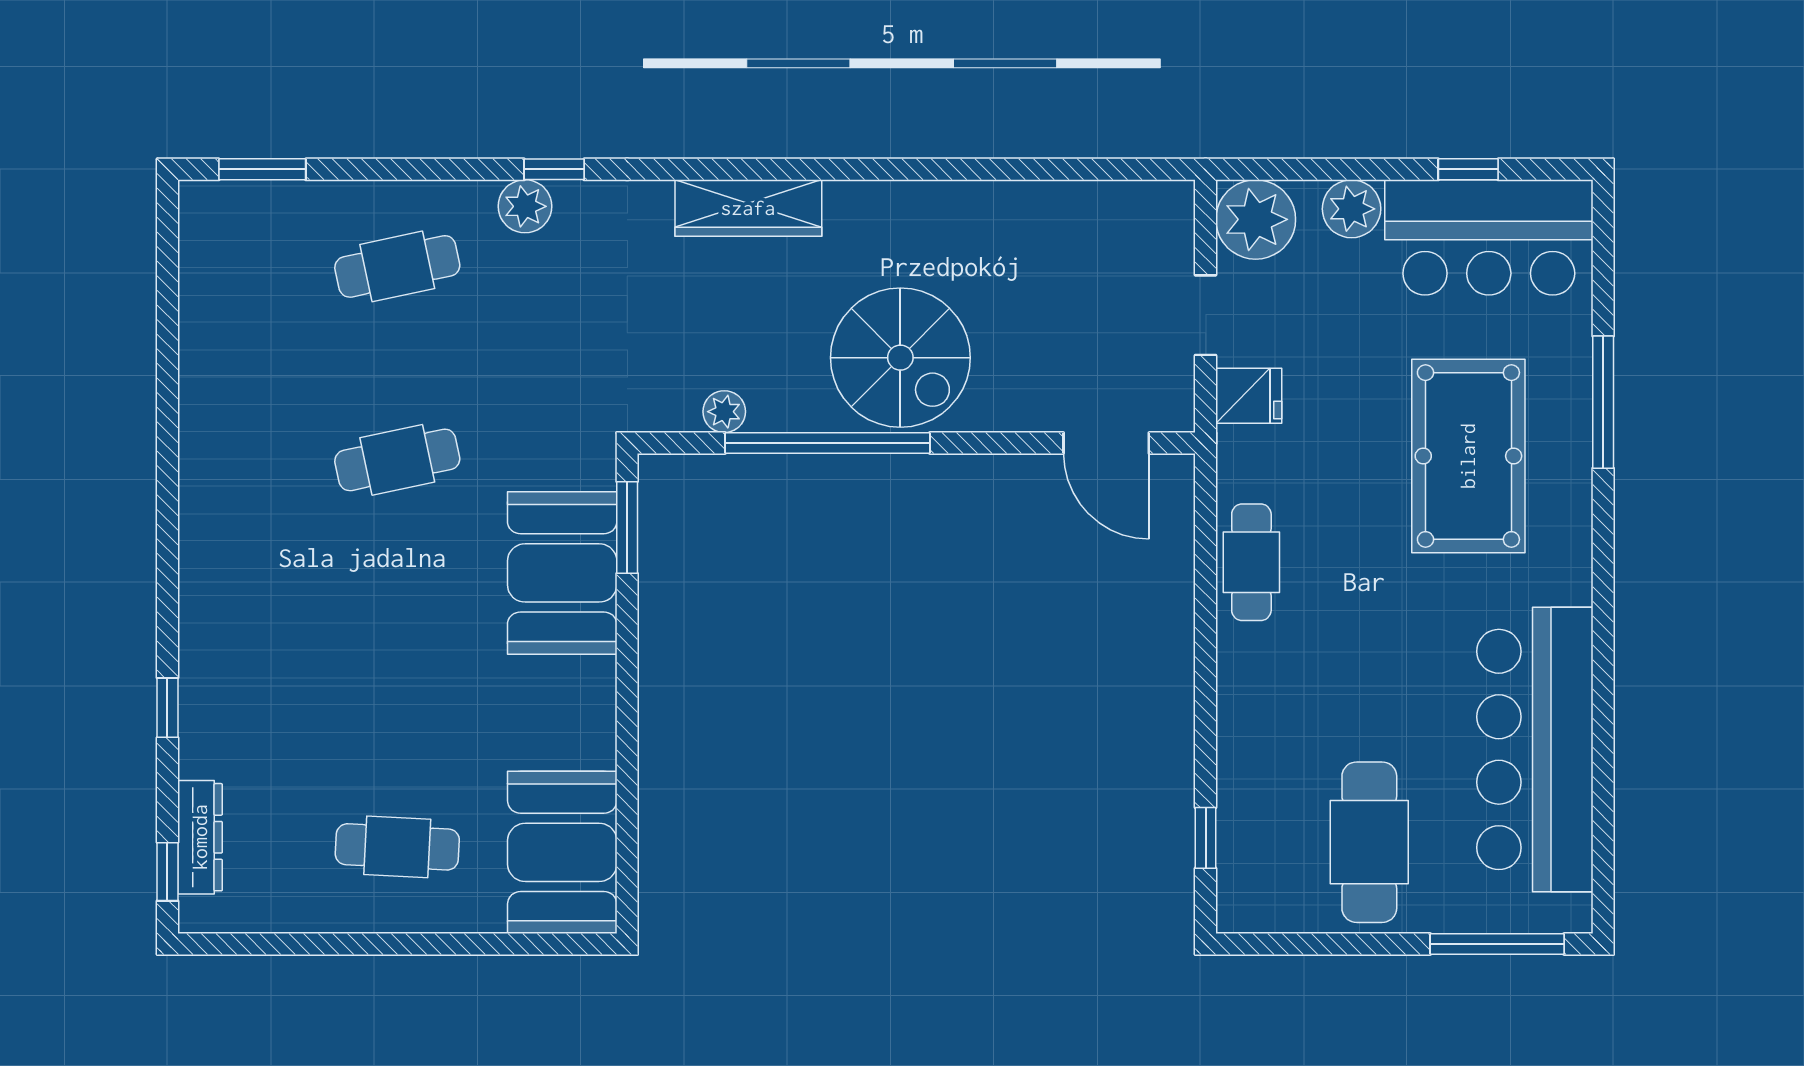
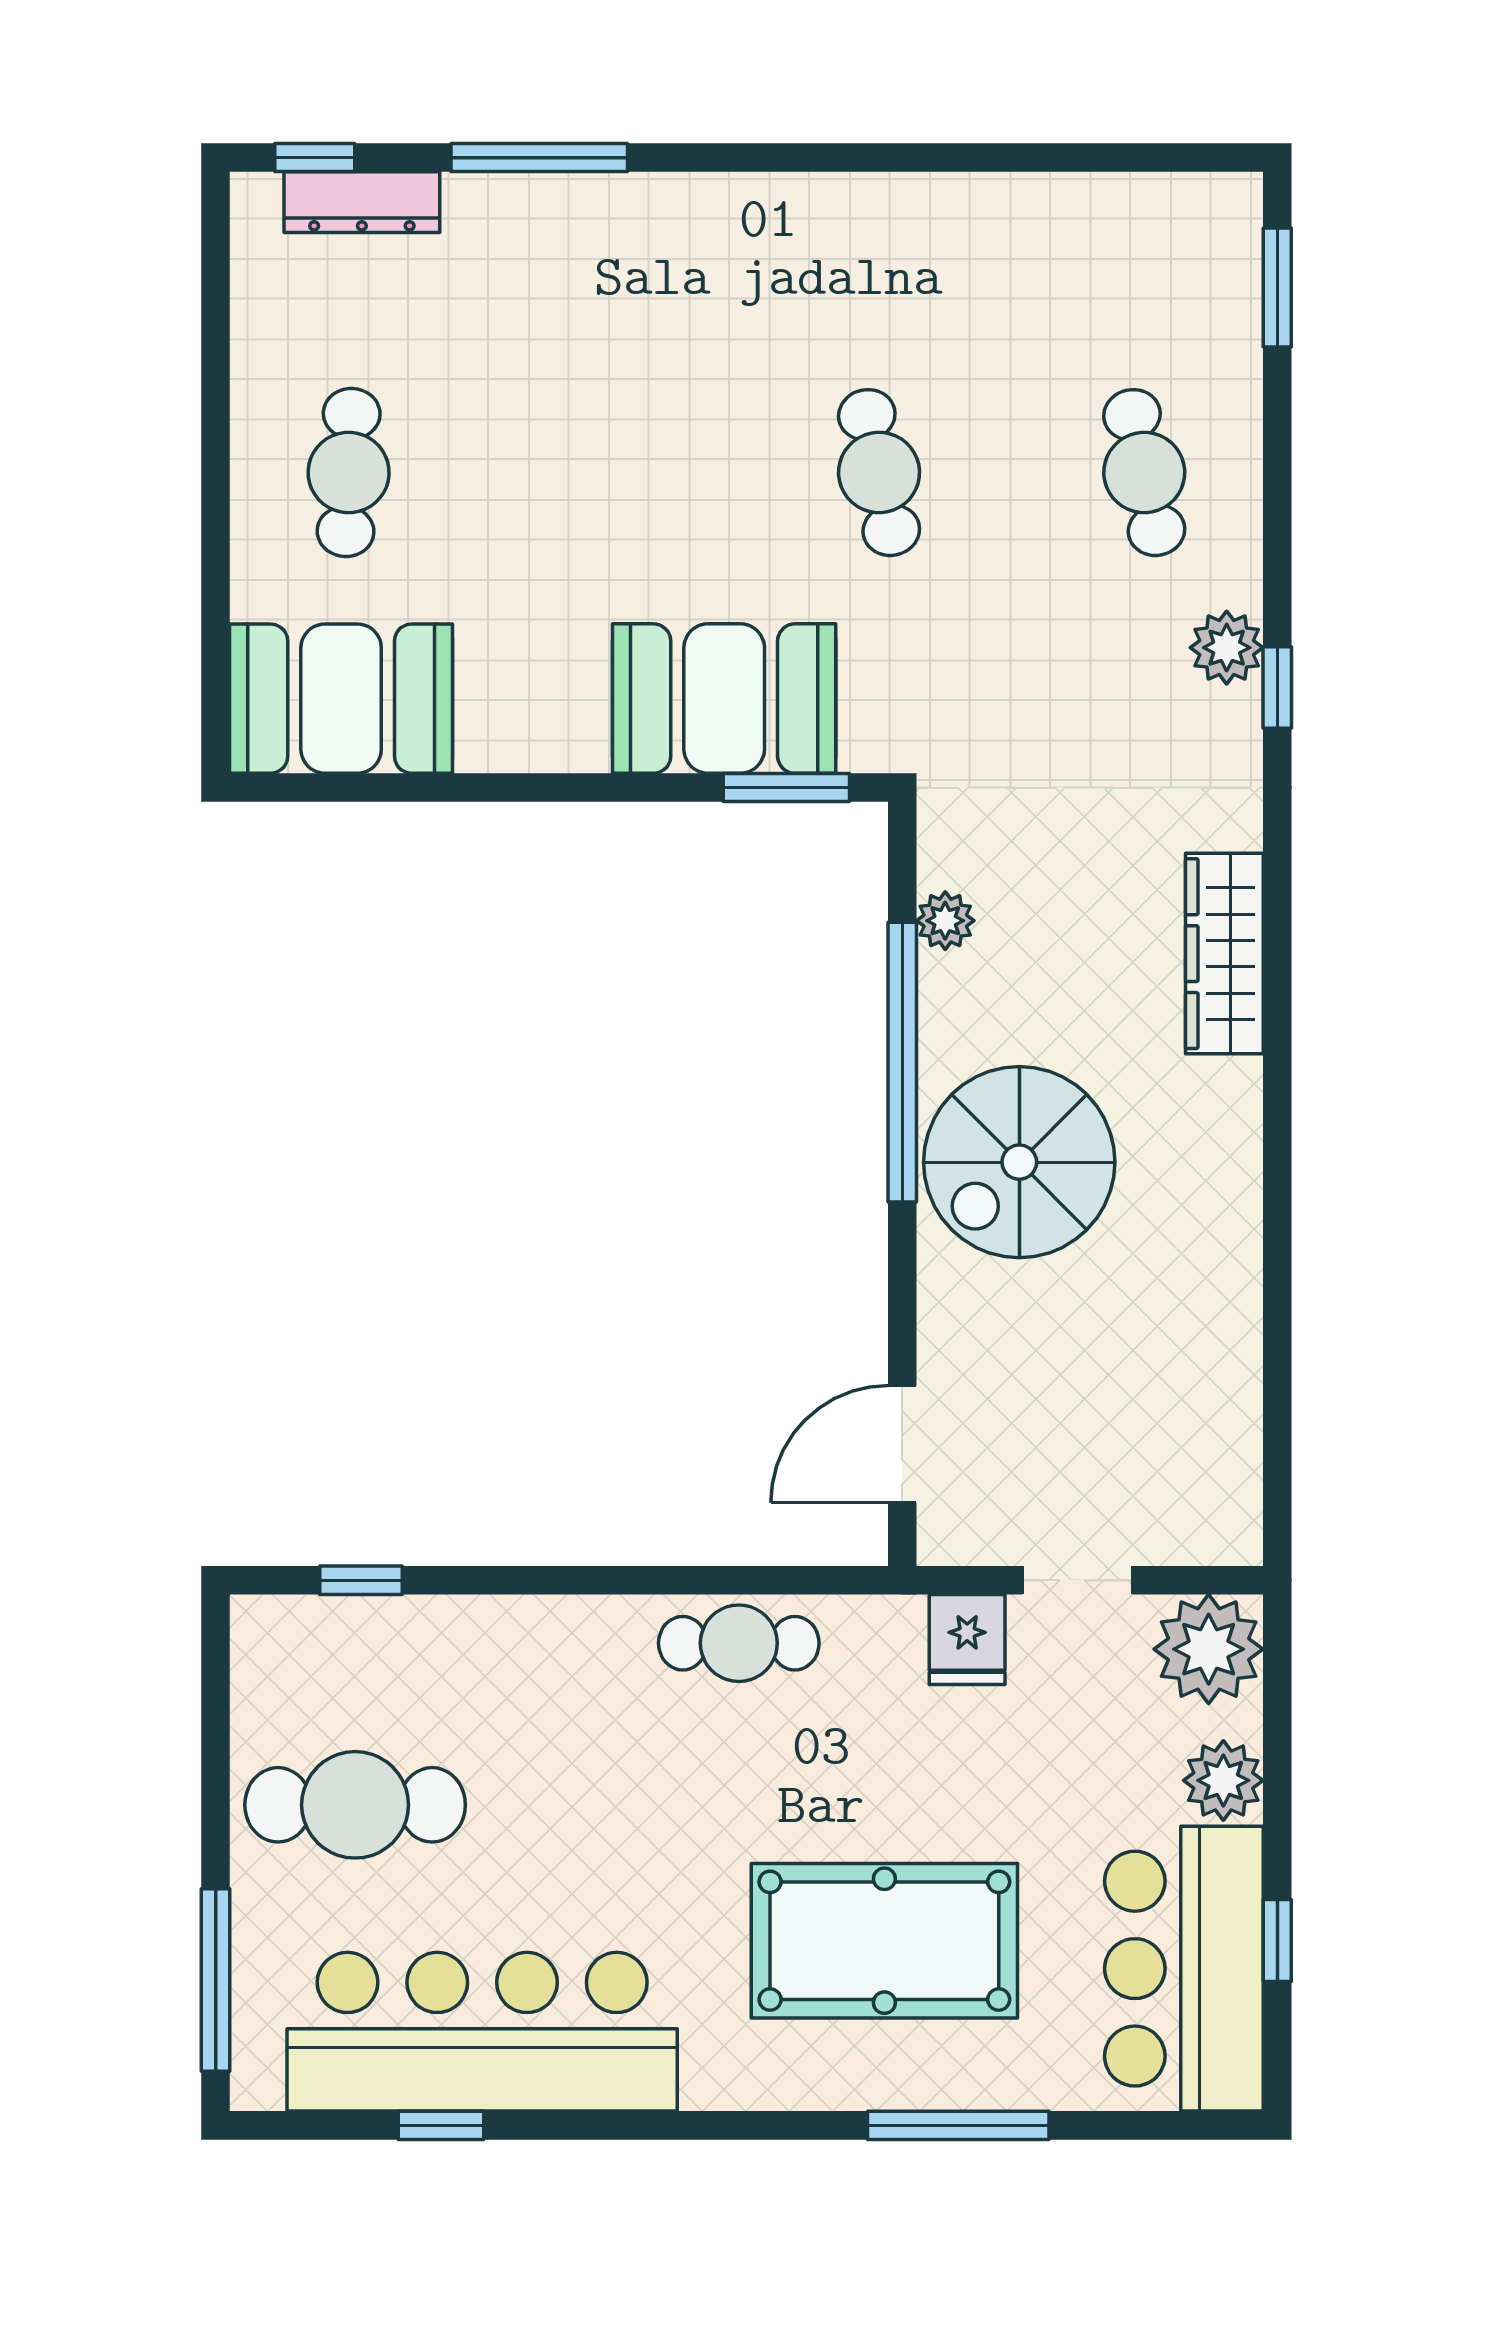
window: (167, 708) -> (539, 158), width x2.17
window: (1603, 780) -> (441, 2125), added

